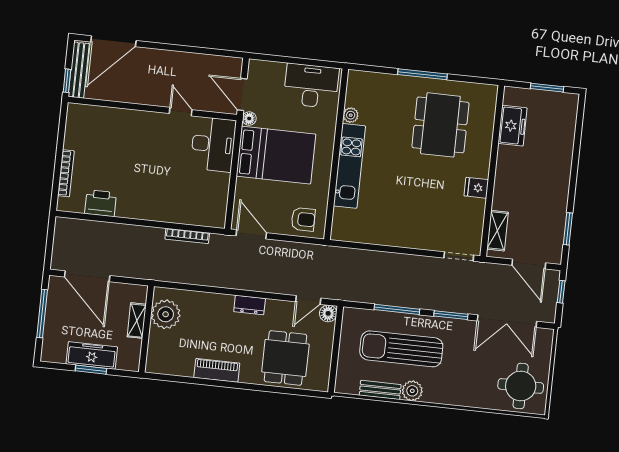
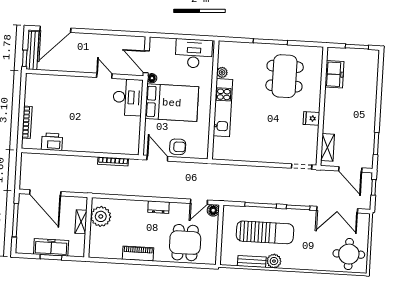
armchair: (303, 219) -> (178, 147), moved
sun lounger: (401, 349) -> (265, 232), turned 180

